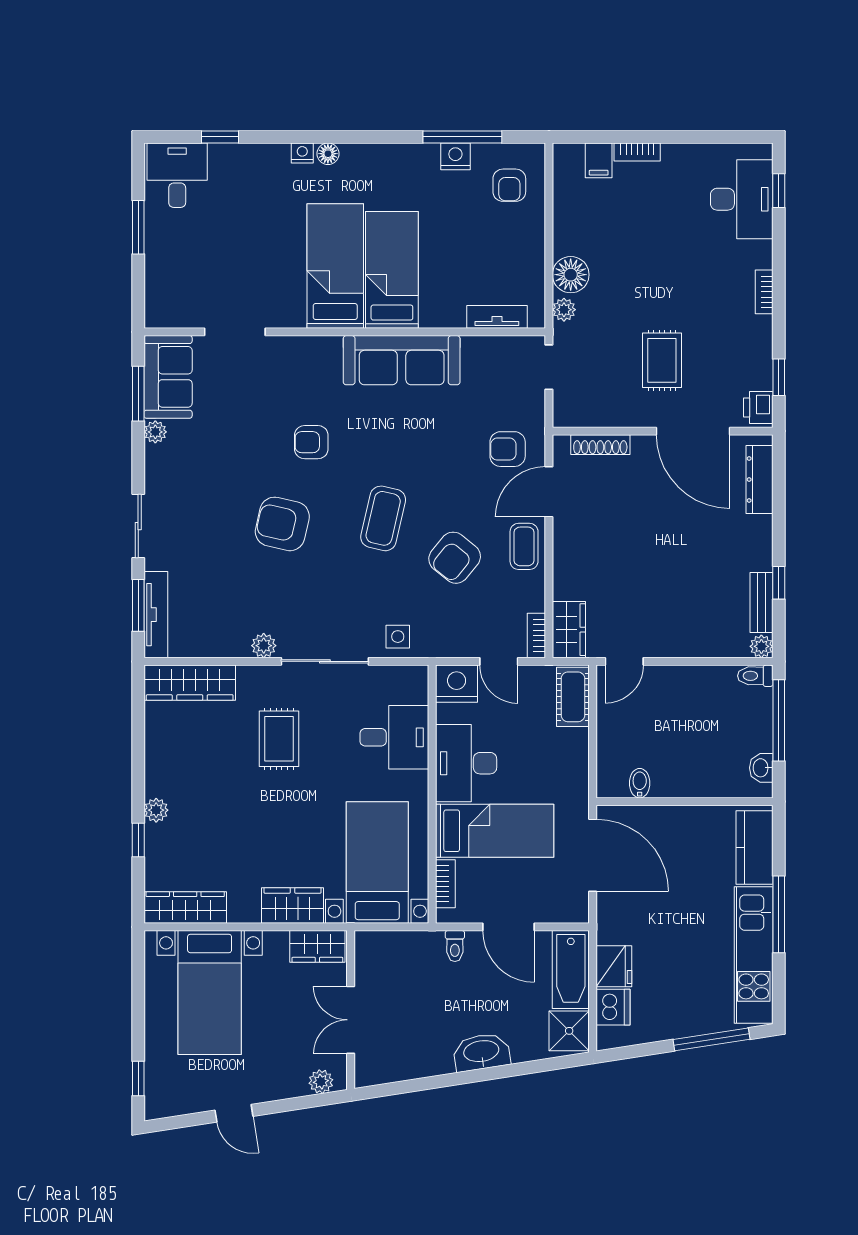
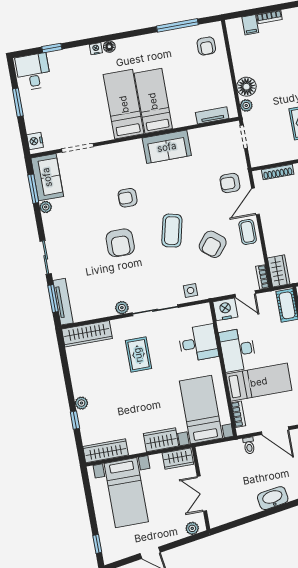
nightstand: (455, 156) -> (35, 141), moved, turned -90
sofa: (402, 360) -> (167, 147), width x0.73
armchair: (282, 524) -> (120, 243), turned -103

